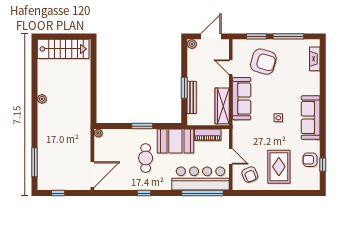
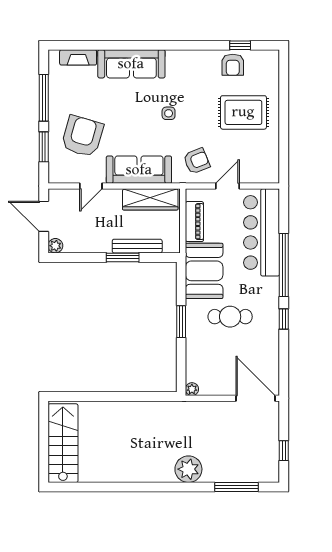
plant: (42, 99) -> (188, 469), moved, width x1.88, depth x1.88
sofa: (311, 118) -> (131, 64), moved
armchair: (250, 175) -> (197, 161), moved
window: (203, 193) -> (284, 265), moved

